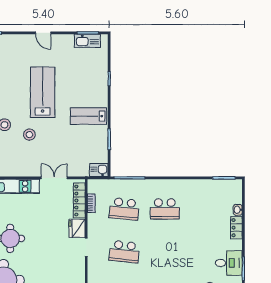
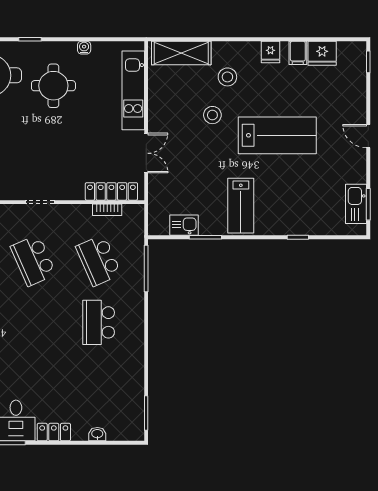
door: (43, 33) -> (368, 136), hinge flipped
lab bench: (89, 116) -> (241, 206), turned 180
kitchen sink: (99, 170) -> (184, 225), moved, turned -90
school desk: (124, 209) -> (99, 260), turned -30
fridge: (77, 228) -> (69, 188), removed
locker: (236, 228) -> (54, 432), moved
school desk: (124, 252) -> (33, 260), turned -30

